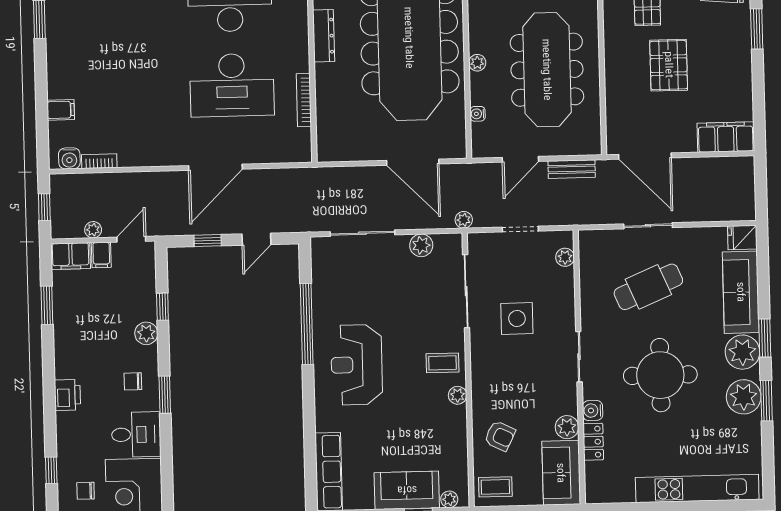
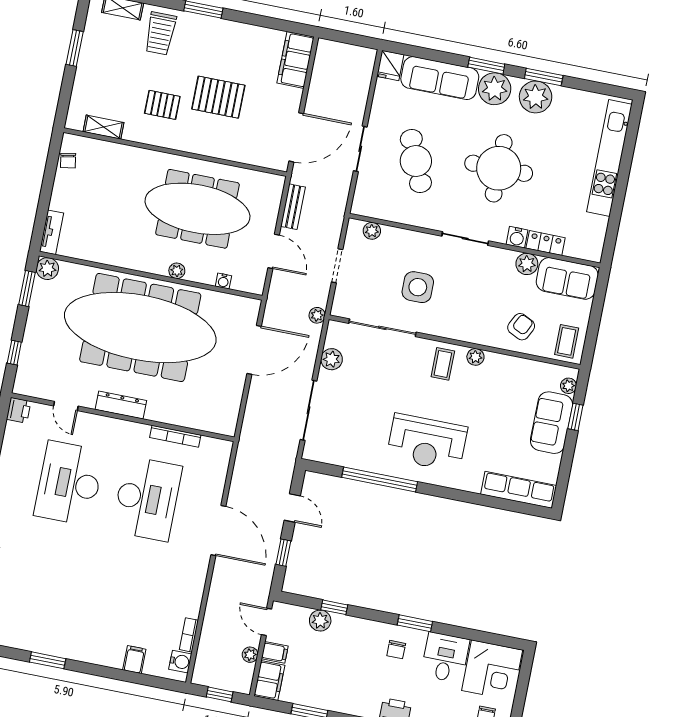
plant: (146, 333) -> (320, 621), moved

